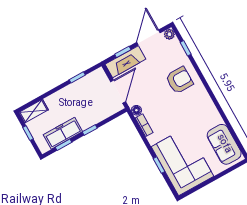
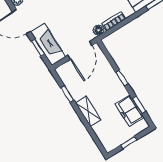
door: (118, 92) -> (80, 50), swing flipped
shelving: (34, 111) -> (88, 111), moved
freezer: (63, 133) -> (130, 111), width x0.71

